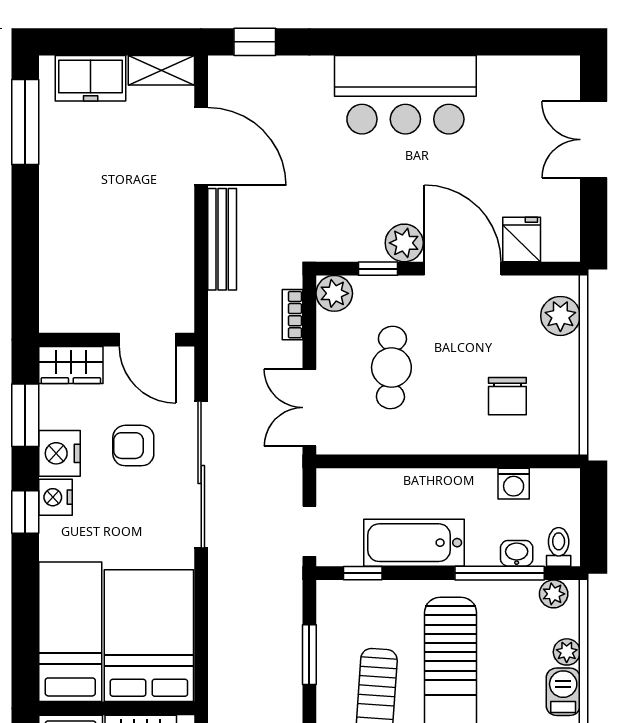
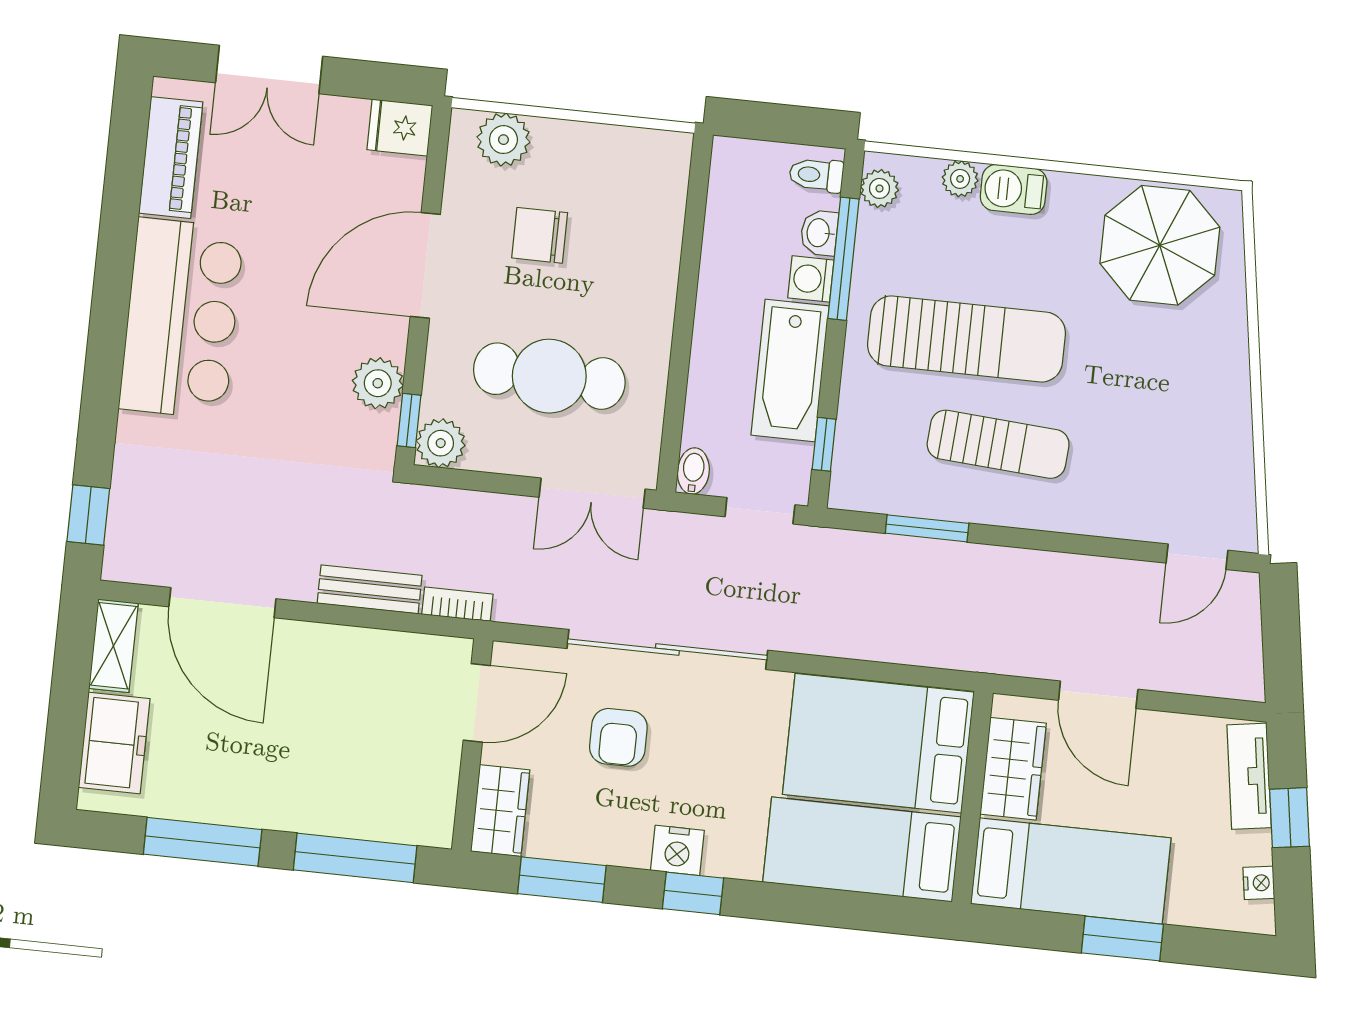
piano: (522, 75) -> (171, 158), added
window: (25, 122) -> (203, 842), moved
door: (201, 146) -> (222, 603), swing flipped
bench: (222, 239) -> (370, 589), width x0.73
fridge: (522, 239) -> (400, 127), moved
plant: (404, 243) -> (378, 383), moved
window: (25, 263) -> (355, 858), added
window: (378, 269) -> (409, 421), moved
bookcase: (293, 315) -> (457, 604), moved, turned 180
cafe table: (391, 367) -> (549, 376), width x1.37, depth x1.35
chair: (507, 396) -> (540, 235), moved, turned 180
nightstand: (59, 453) -> (618, 839), removed
bidet: (333, 480) -> (693, 471), added
washing machine: (514, 484) -> (811, 279), moved, turned 180

